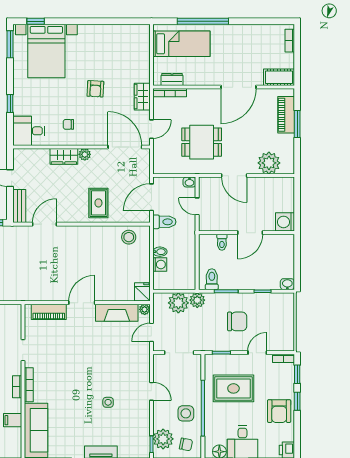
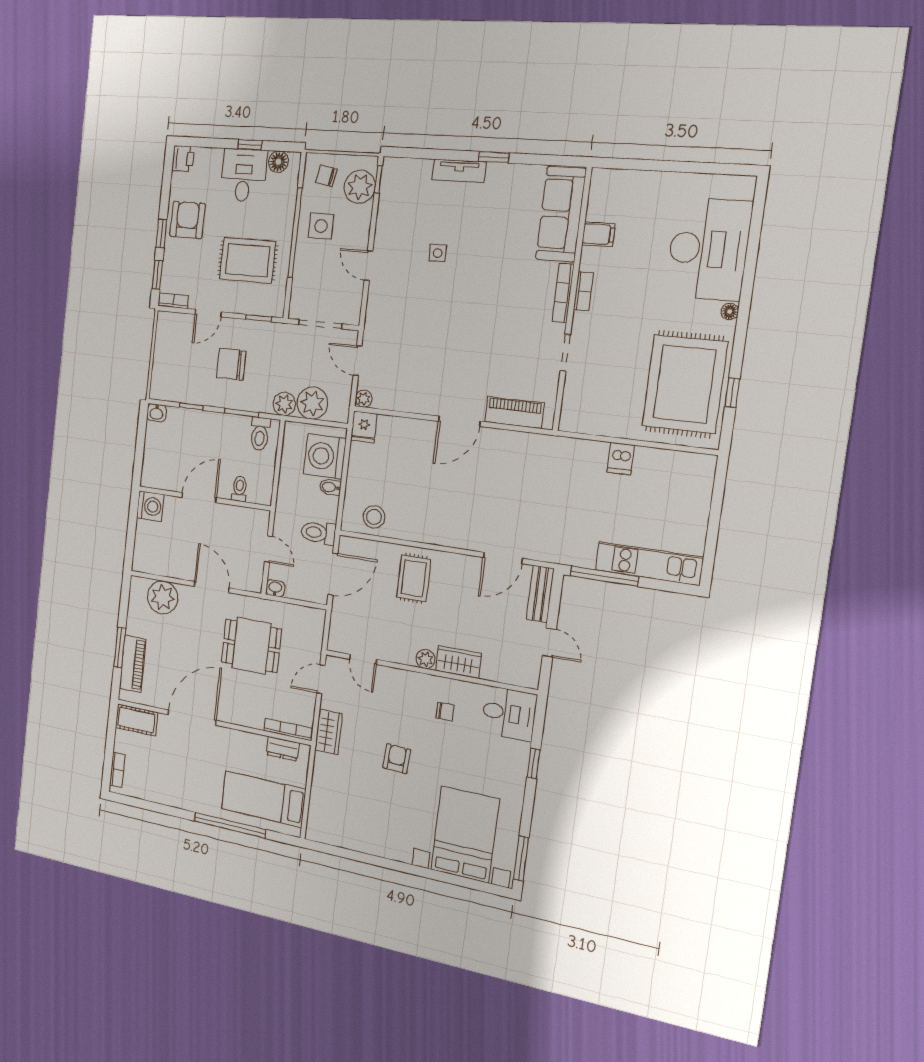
window: (36, 21) -> (476, 885), removed
door: (125, 147) -> (363, 659), width x0.53
washing machine: (160, 264) -> (325, 456), width x1.89, depth x1.89
fireplace: (117, 313) -> (407, 398), removed
door: (151, 332) -> (357, 361), swing flipped

